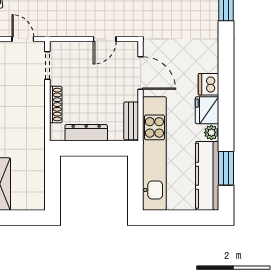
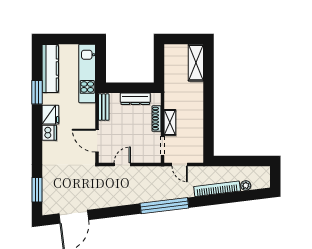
shelving: (37, 99) -> (170, 122), added
plant: (211, 133) -> (47, 99), removed
kitchen unit: (154, 154) -> (87, 73), width x0.73
window: (226, 168) -> (37, 92), moved

